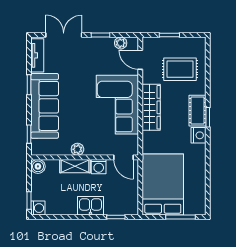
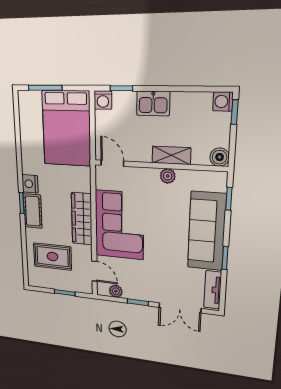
washing machine: (99, 167) -> (103, 100), moved, turned 180

